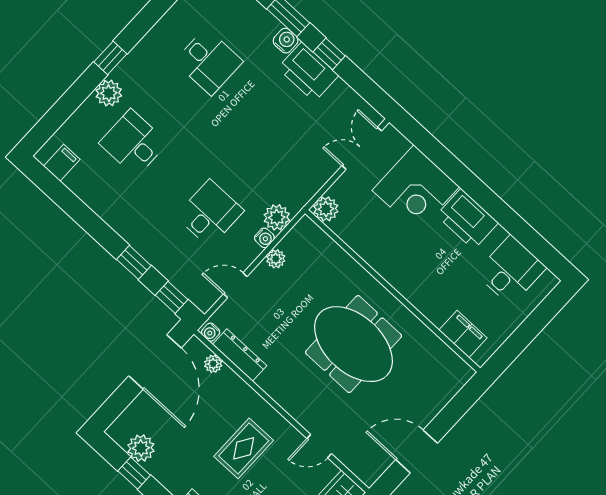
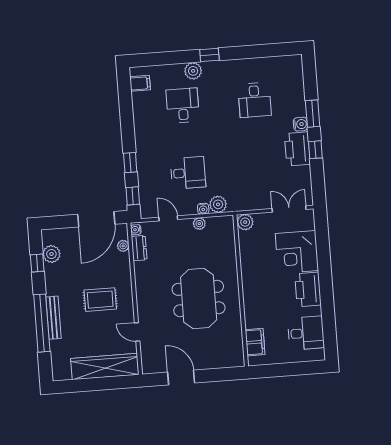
dresser: (240, 355) -> (139, 248), width x0.70

